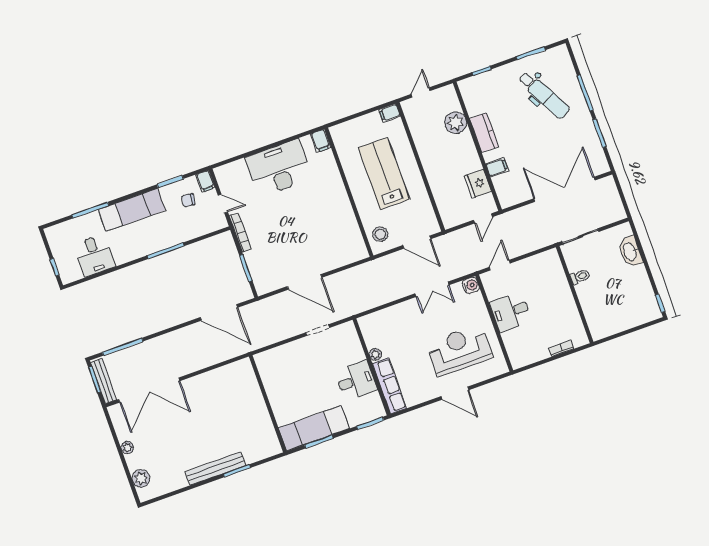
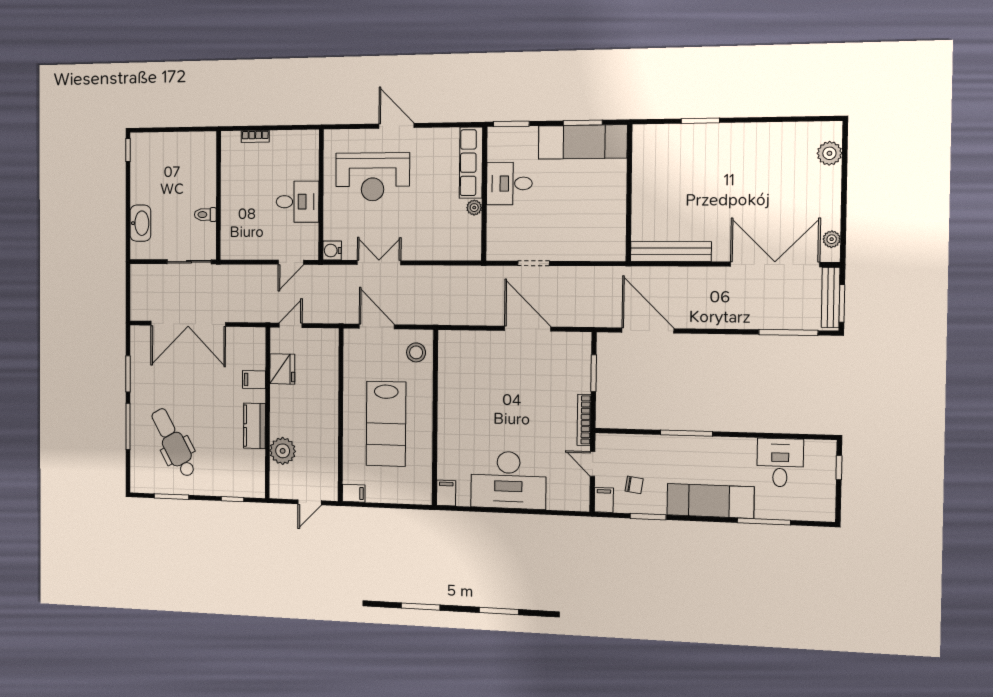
plant: (127, 448) -> (832, 239), moved
bench: (215, 469) -> (671, 251), moved

